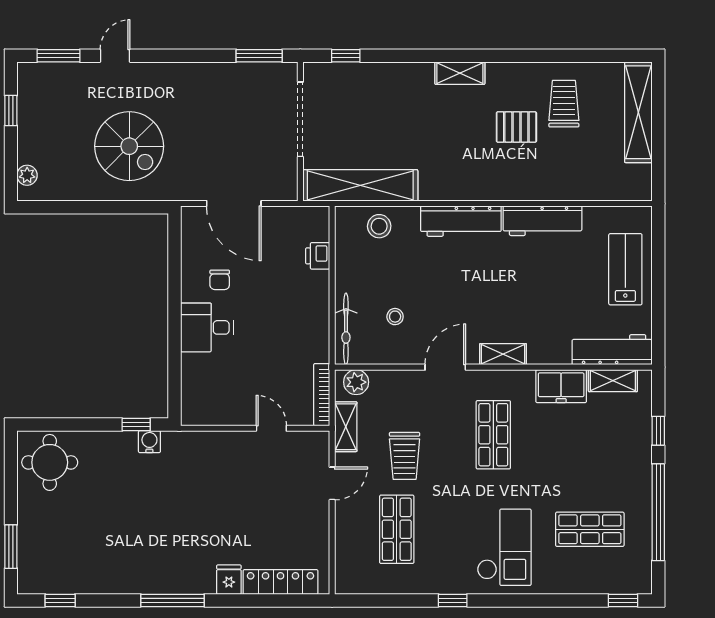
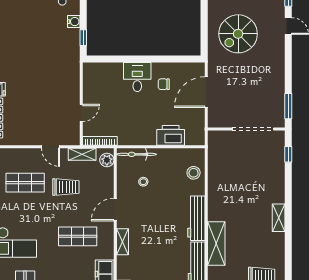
pallet: (516, 127) -> (249, 249), removed
shelving: (360, 185) -> (216, 243), moved, width x0.68
printer: (318, 256) -> (171, 135), width x1.87, depth x1.48
door: (445, 367) -> (115, 210), swing flipped
water cooler: (149, 442) -> (74, 22), moved
trolley: (405, 456) -> (66, 187), turned 180

